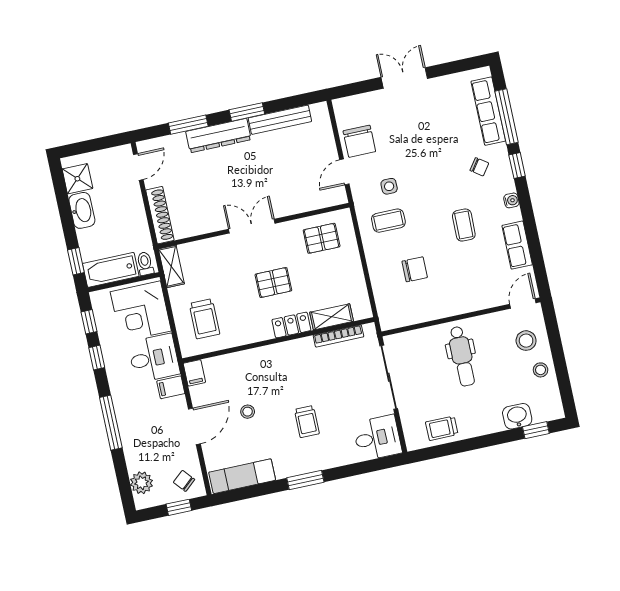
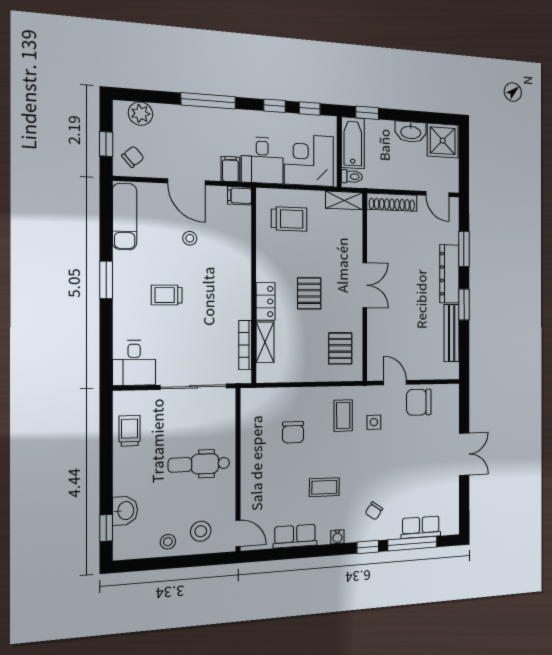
row of seats: (488, 111) -> (421, 527), width x0.68
shower: (77, 179) -> (443, 141), width x1.36, depth x1.36
trolley: (204, 319) -> (289, 219), turned 180

